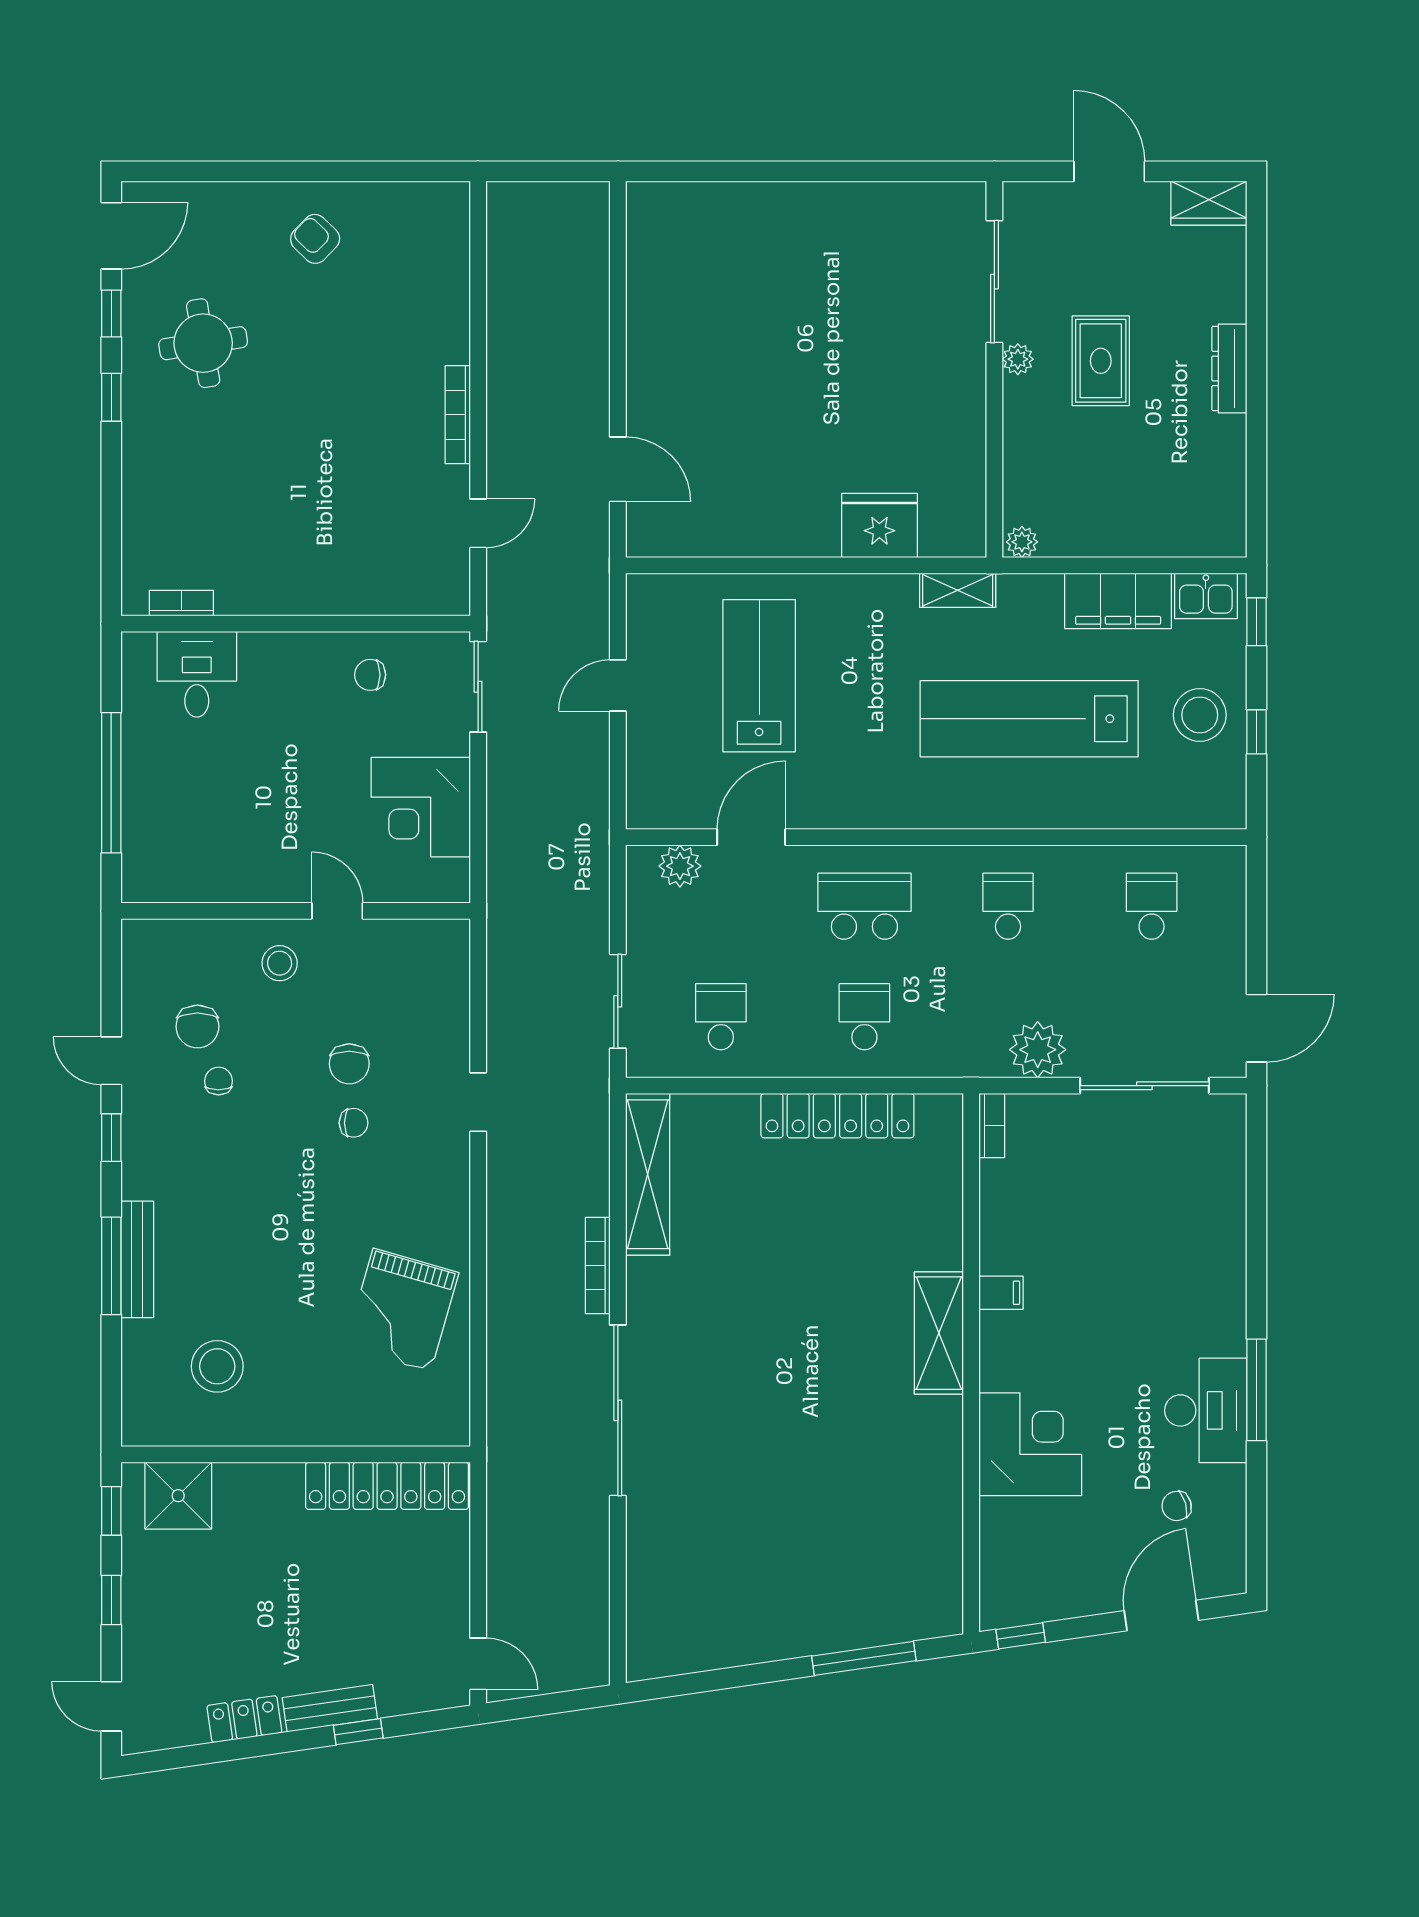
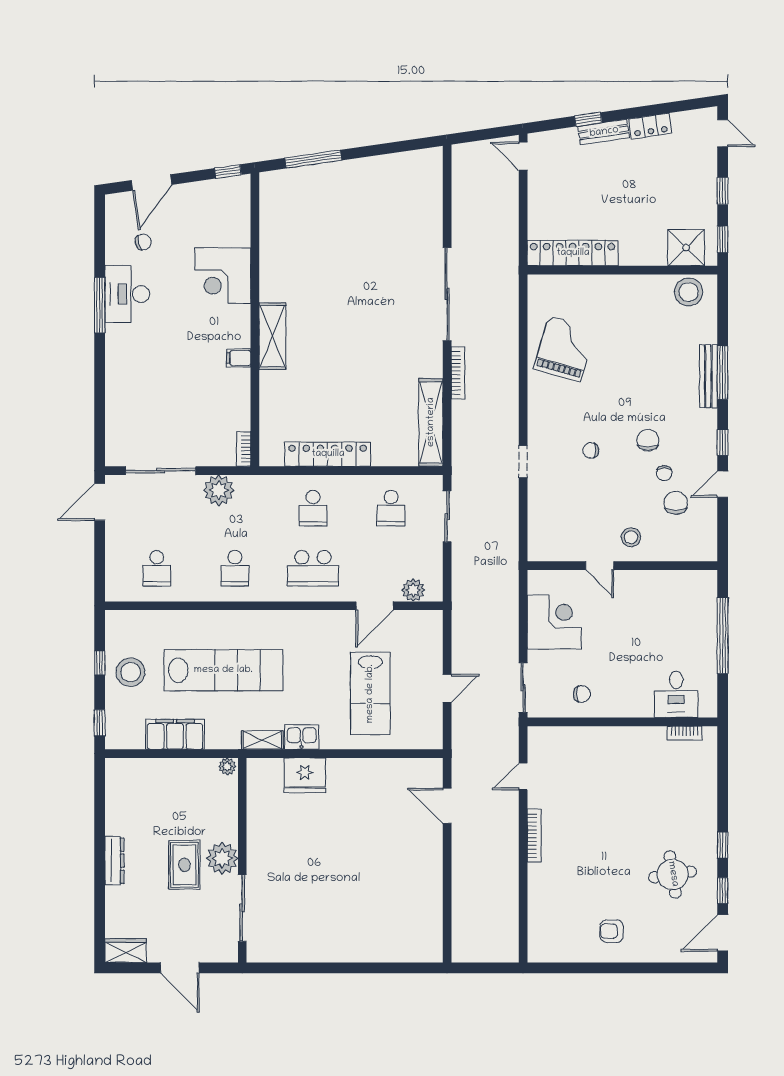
armchair: (315, 239) -> (612, 931), turned 136
plant: (1018, 359) -> (222, 858), width x1.88, depth x1.88
kitchen sink: (1206, 596) -> (302, 737), moved
door: (111, 1061) -> (723, 484), swing flipped
chair: (349, 1064) -> (648, 440), moved
stool: (217, 1366) -> (689, 292), moved

